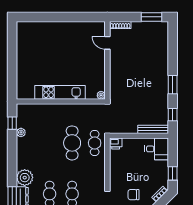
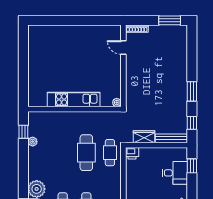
wardrobe: (127, 128) -> (144, 137), added
desk: (157, 149) -> (175, 173), moved
window: (173, 173) -> (192, 166), moved

